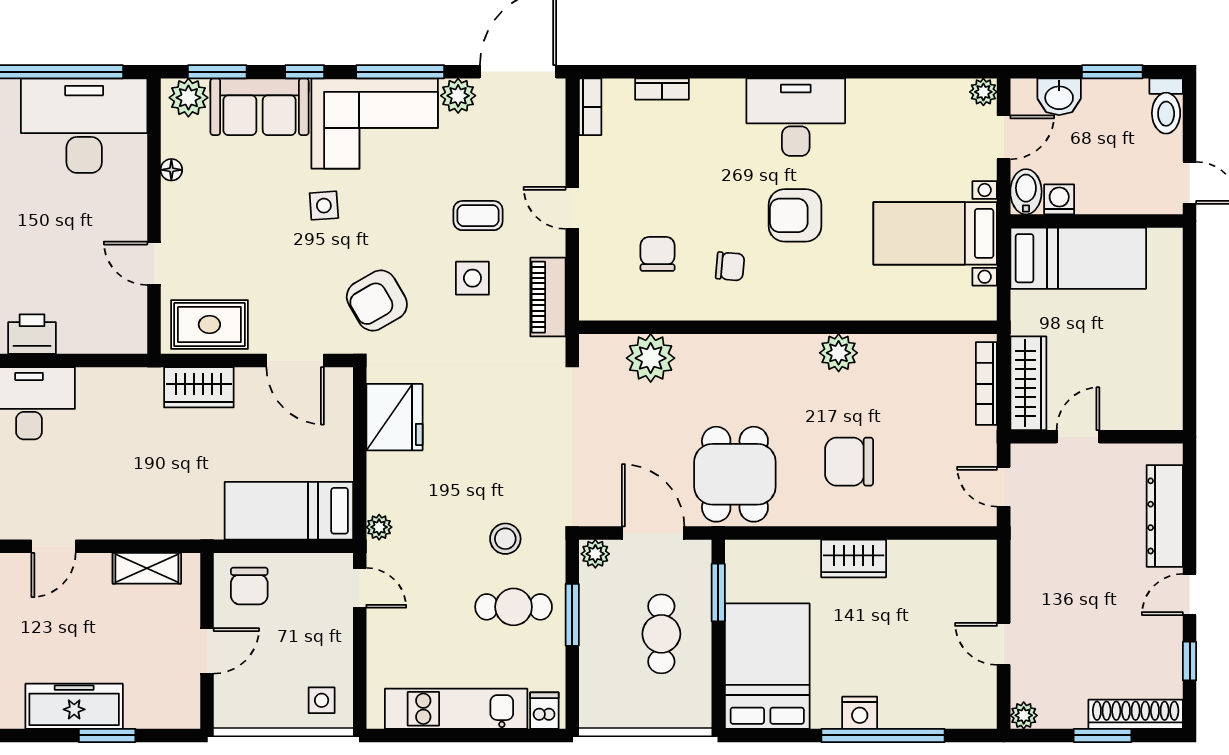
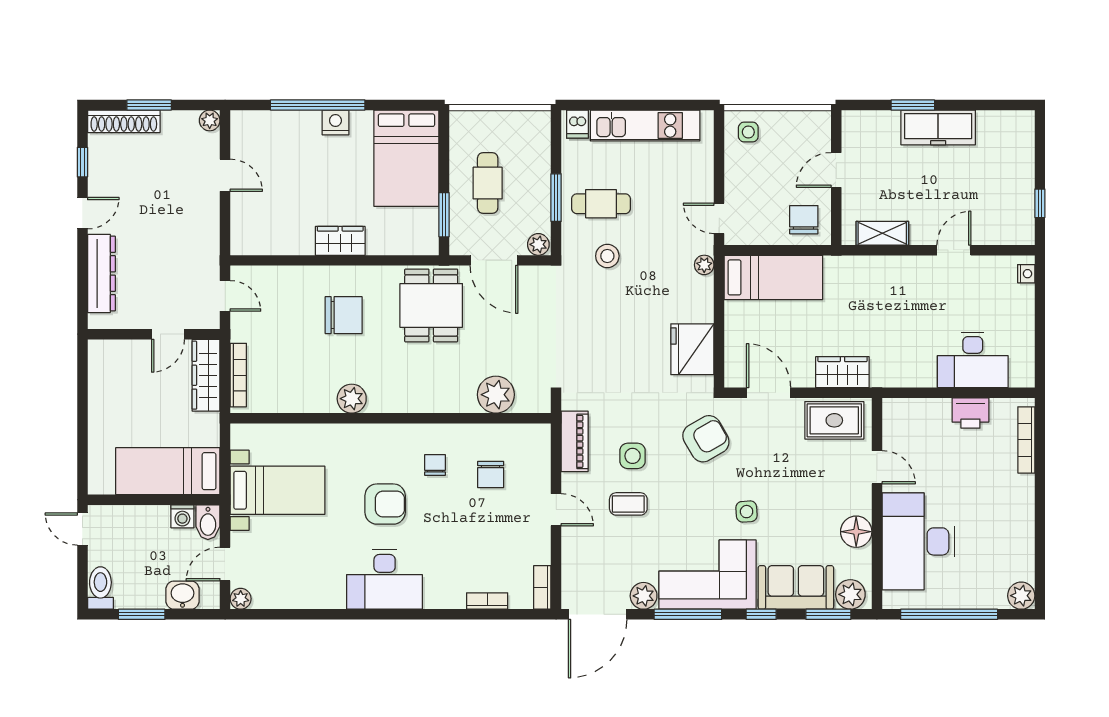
desk: (84, 126) -> (918, 541), moved, turned 90
floor lamp: (171, 170) -> (856, 532), width x1.89, depth x1.89
chair: (730, 266) -> (435, 465), turned 85

